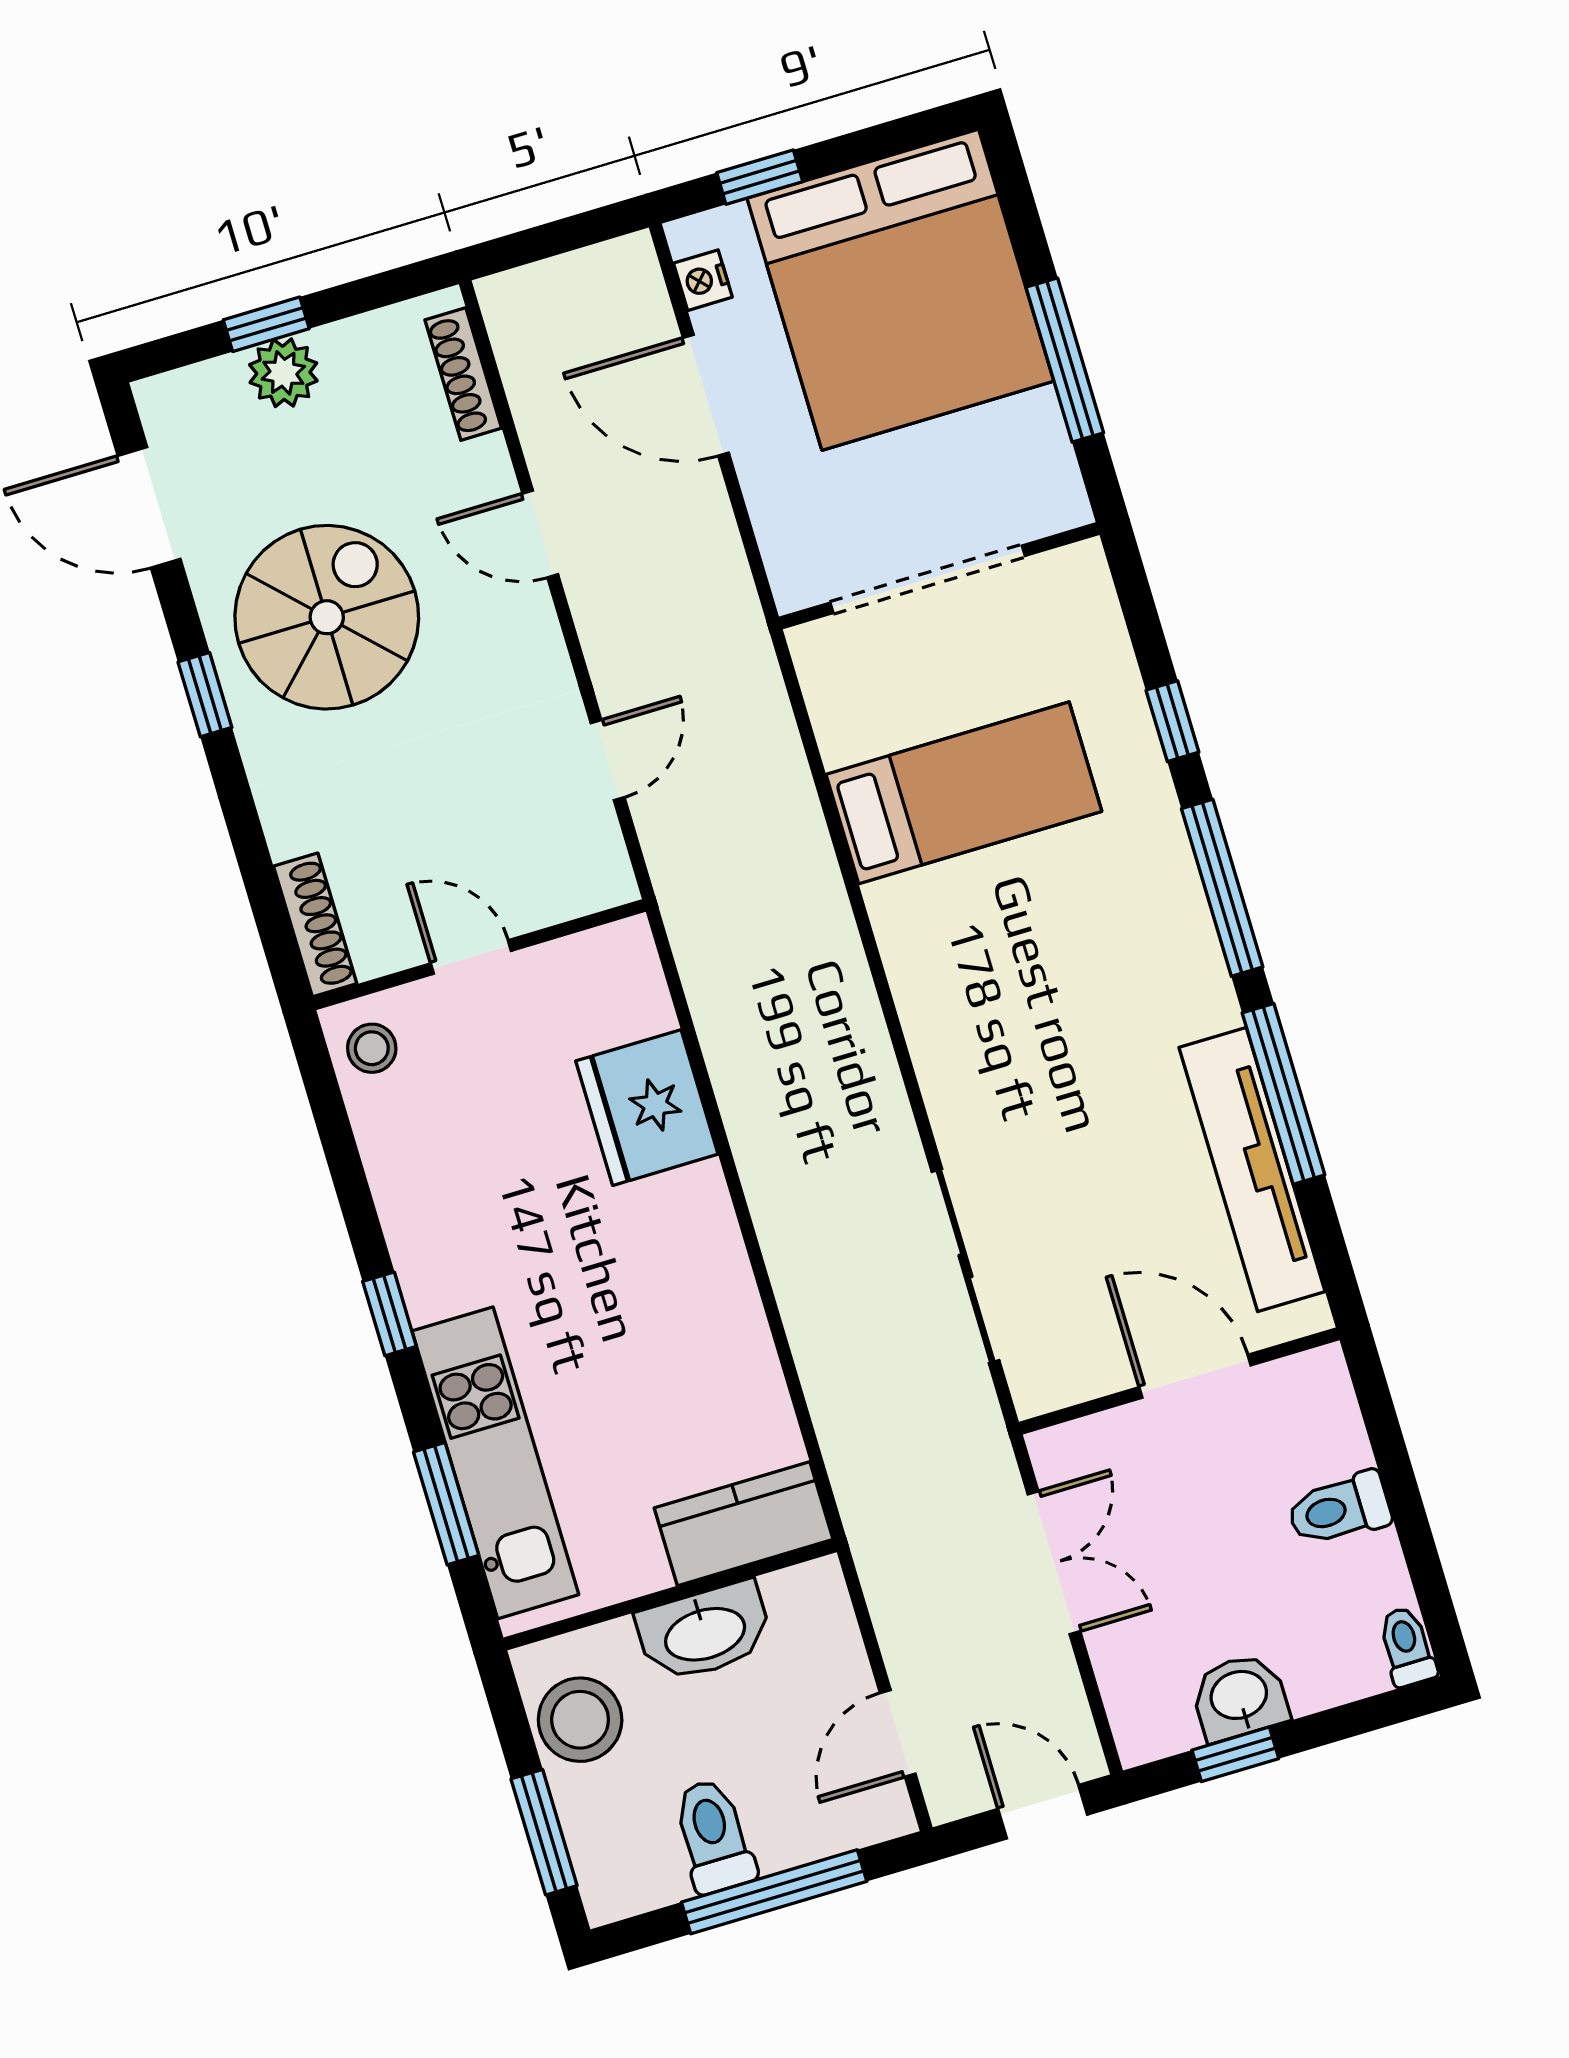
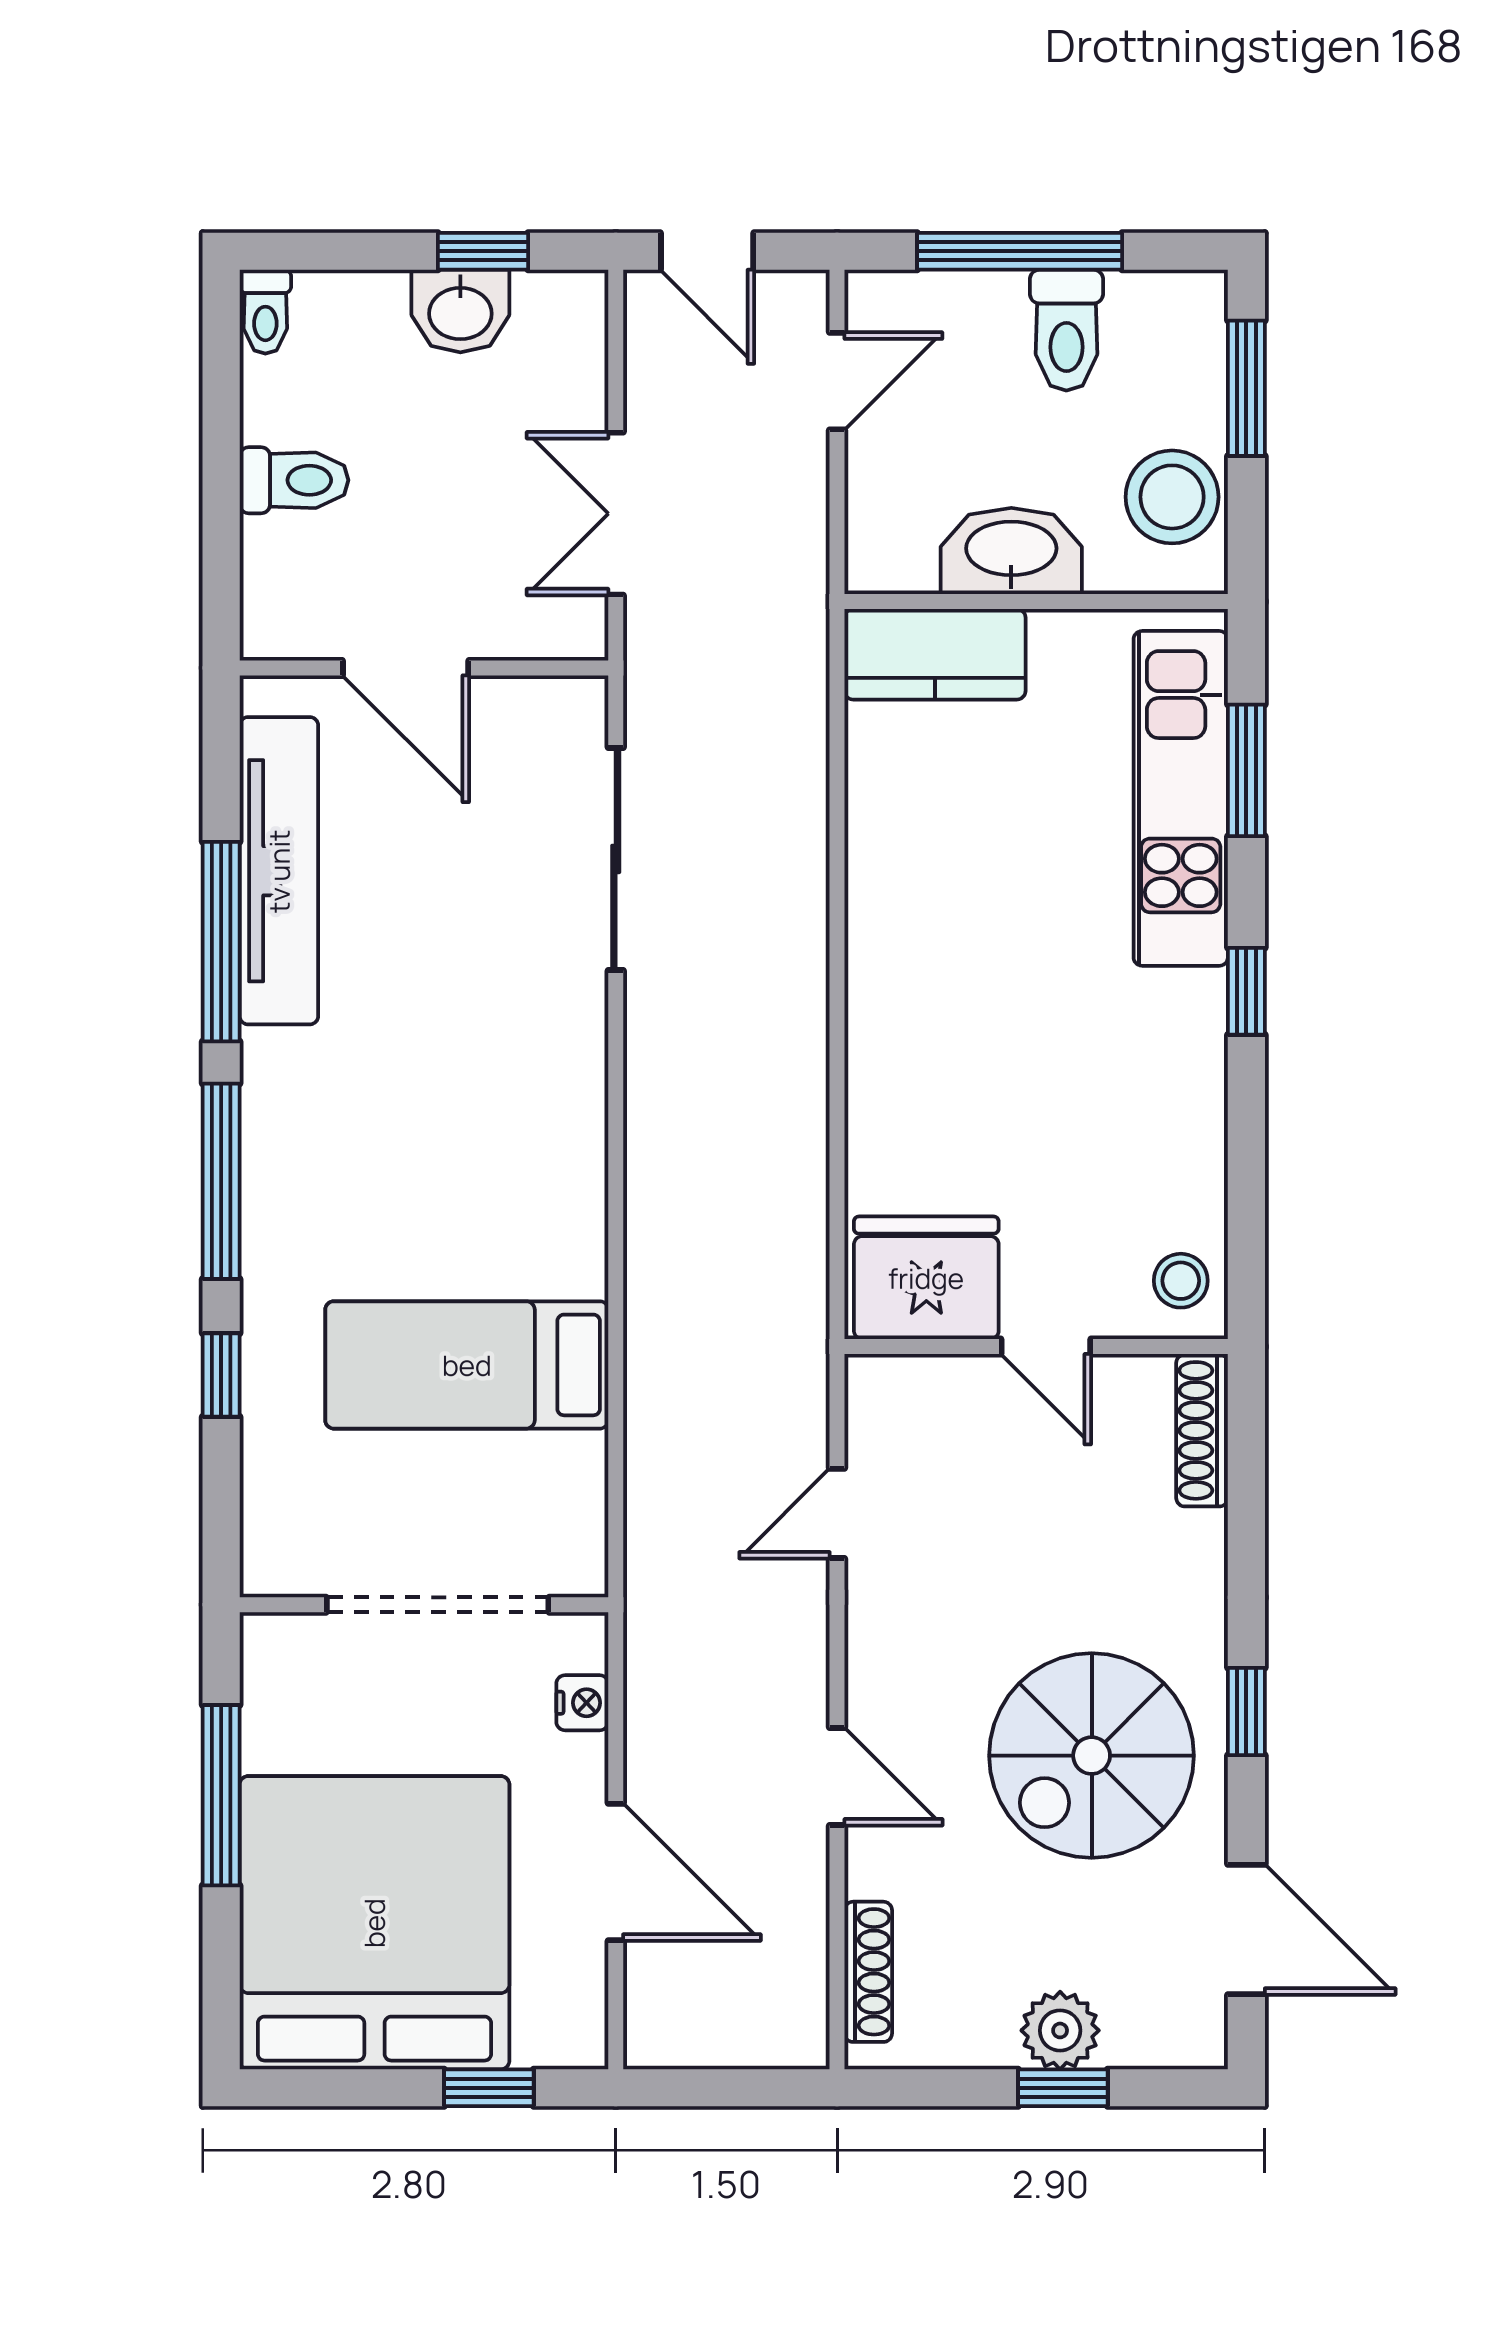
nightstand: (703, 280) -> (582, 1703), moved
fridge: (647, 1108) -> (926, 1278), moved, turned -90

